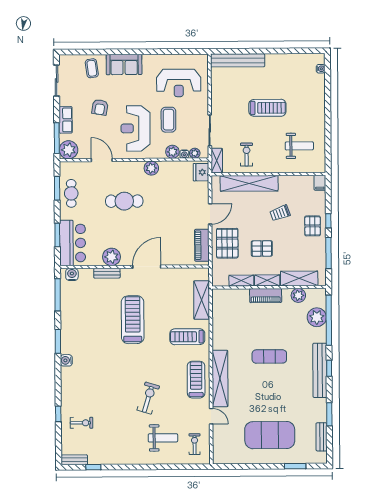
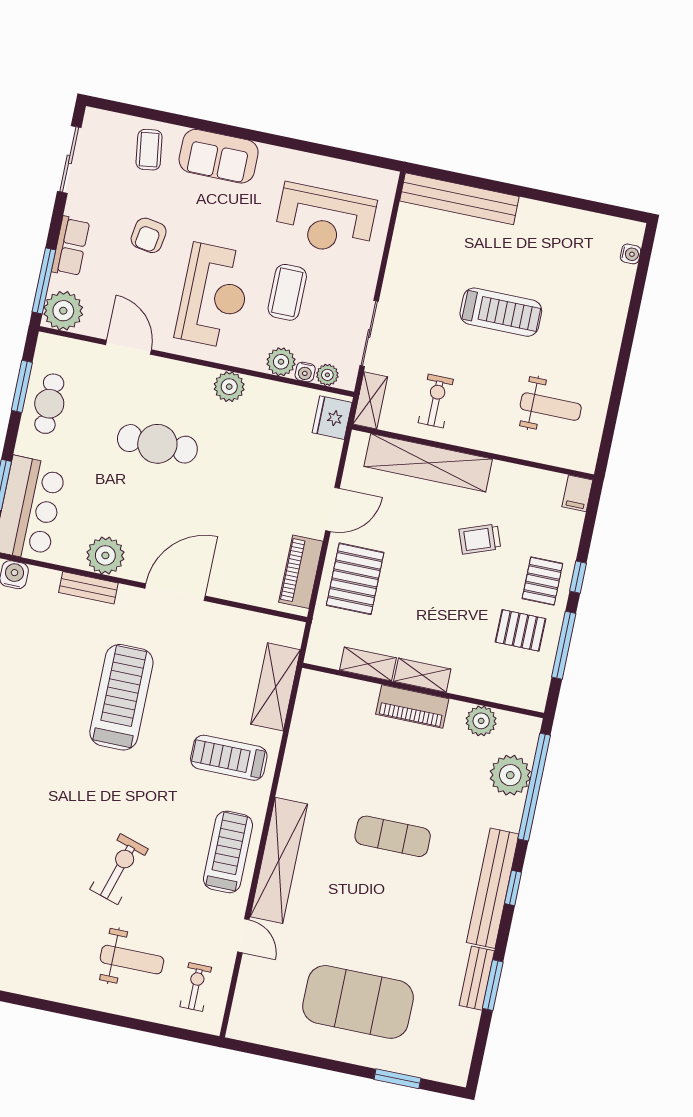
reception desk: (135, 128) -> (214, 296), turned 180
pallet: (262, 248) -> (521, 630), moved
shelving: (299, 278) -> (491, 685), removed
bench: (322, 437) -> (477, 978), moved

